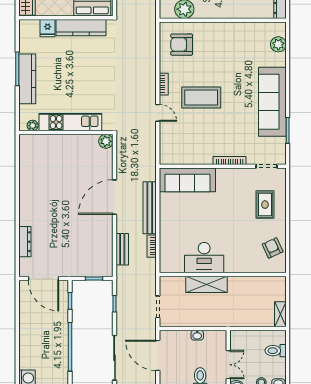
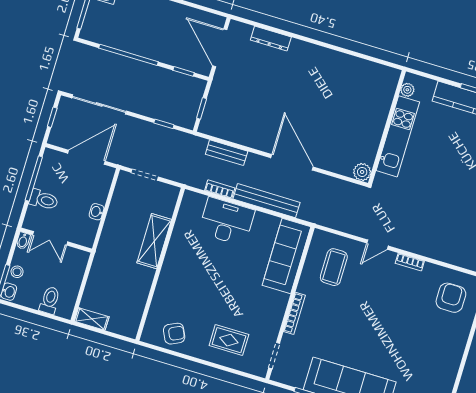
coffee table: (201, 98) -> (334, 267), moved, width x0.73, depth x0.76
desk: (204, 258) -> (227, 221), moved, turned 90
door: (44, 279) -> (220, 48), hinge flipped

